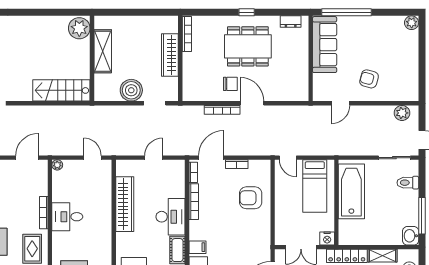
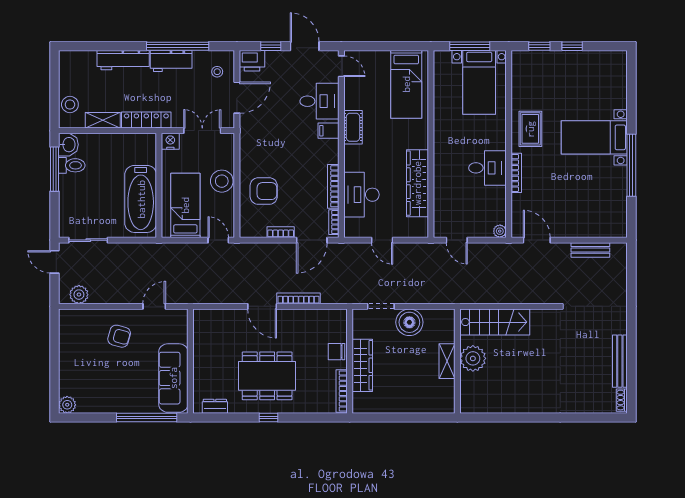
plant: (79, 28) -> (473, 358), moved
shelving: (103, 51) -> (447, 361), width x0.67, depth x0.75
chair: (230, 84) -> (337, 352), moved
door: (27, 158) -> (537, 240), swing flipped
door: (154, 158) -> (382, 240), hinge flipped
toilet: (408, 183) -> (72, 165), moved
stool: (285, 206) -> (222, 181), added
desk: (171, 217) -> (361, 195), moved

